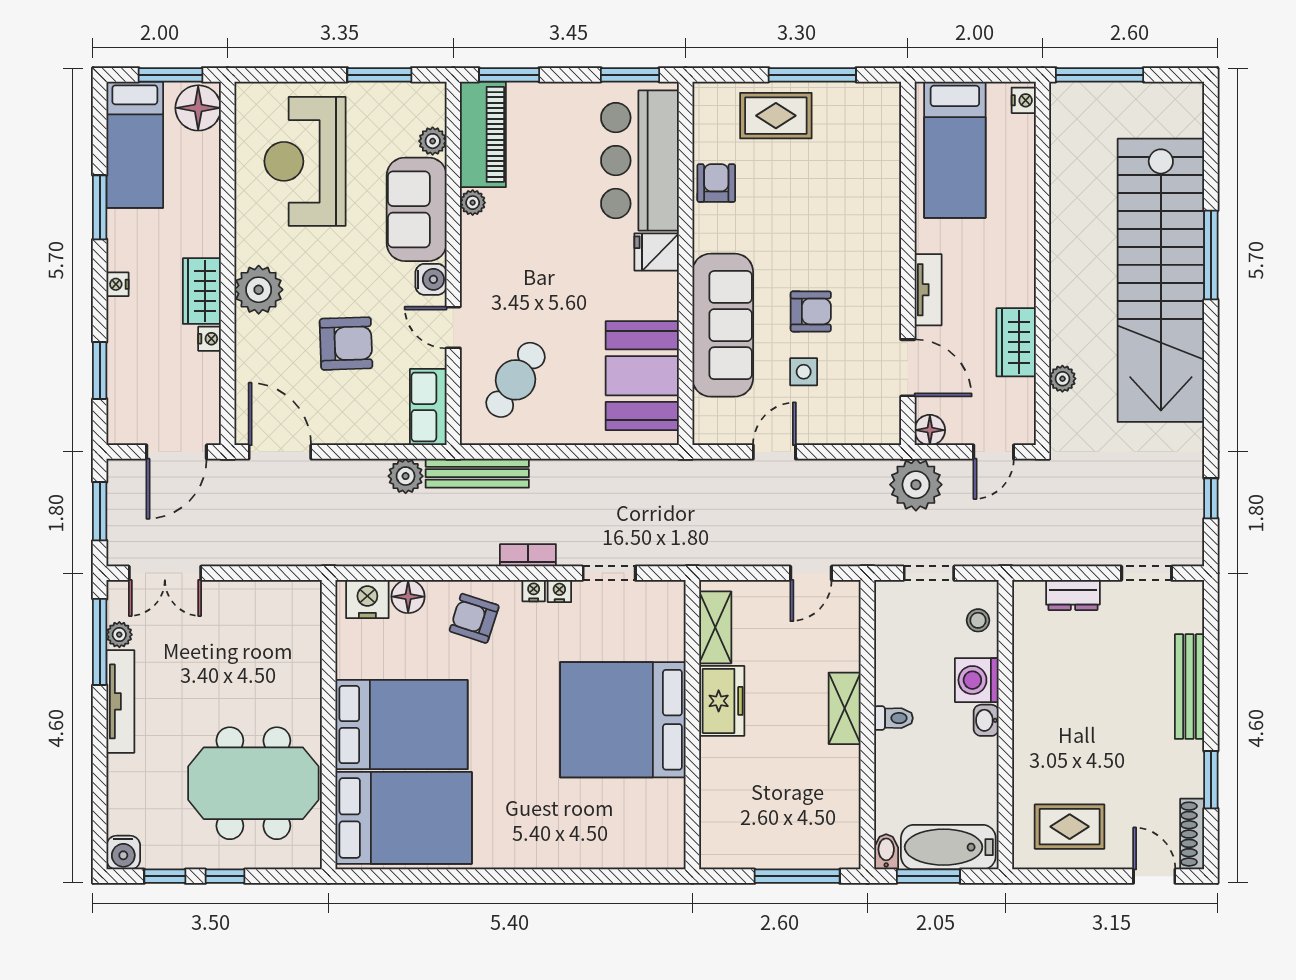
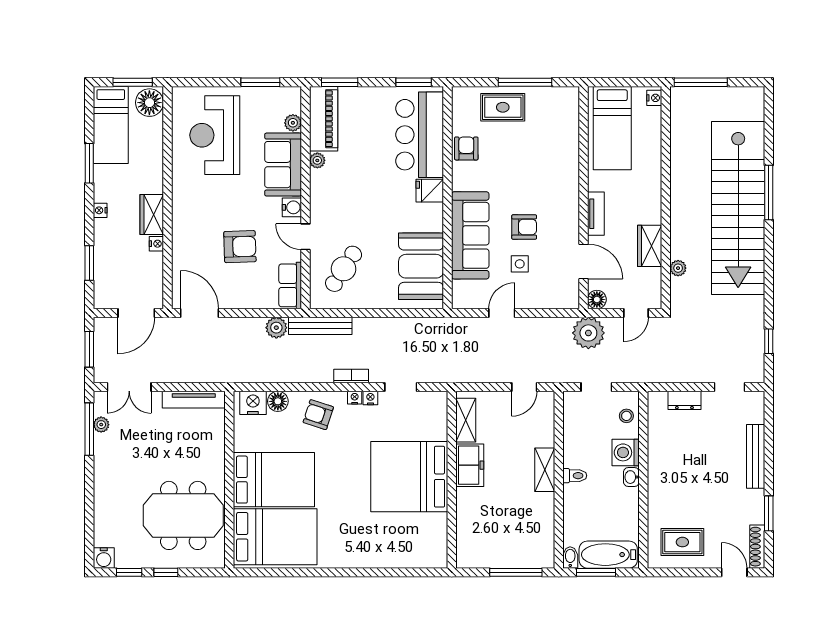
plant: (259, 290) -> (186, 214), removed
tv unit: (120, 701) -> (194, 400), moved, turned 90

